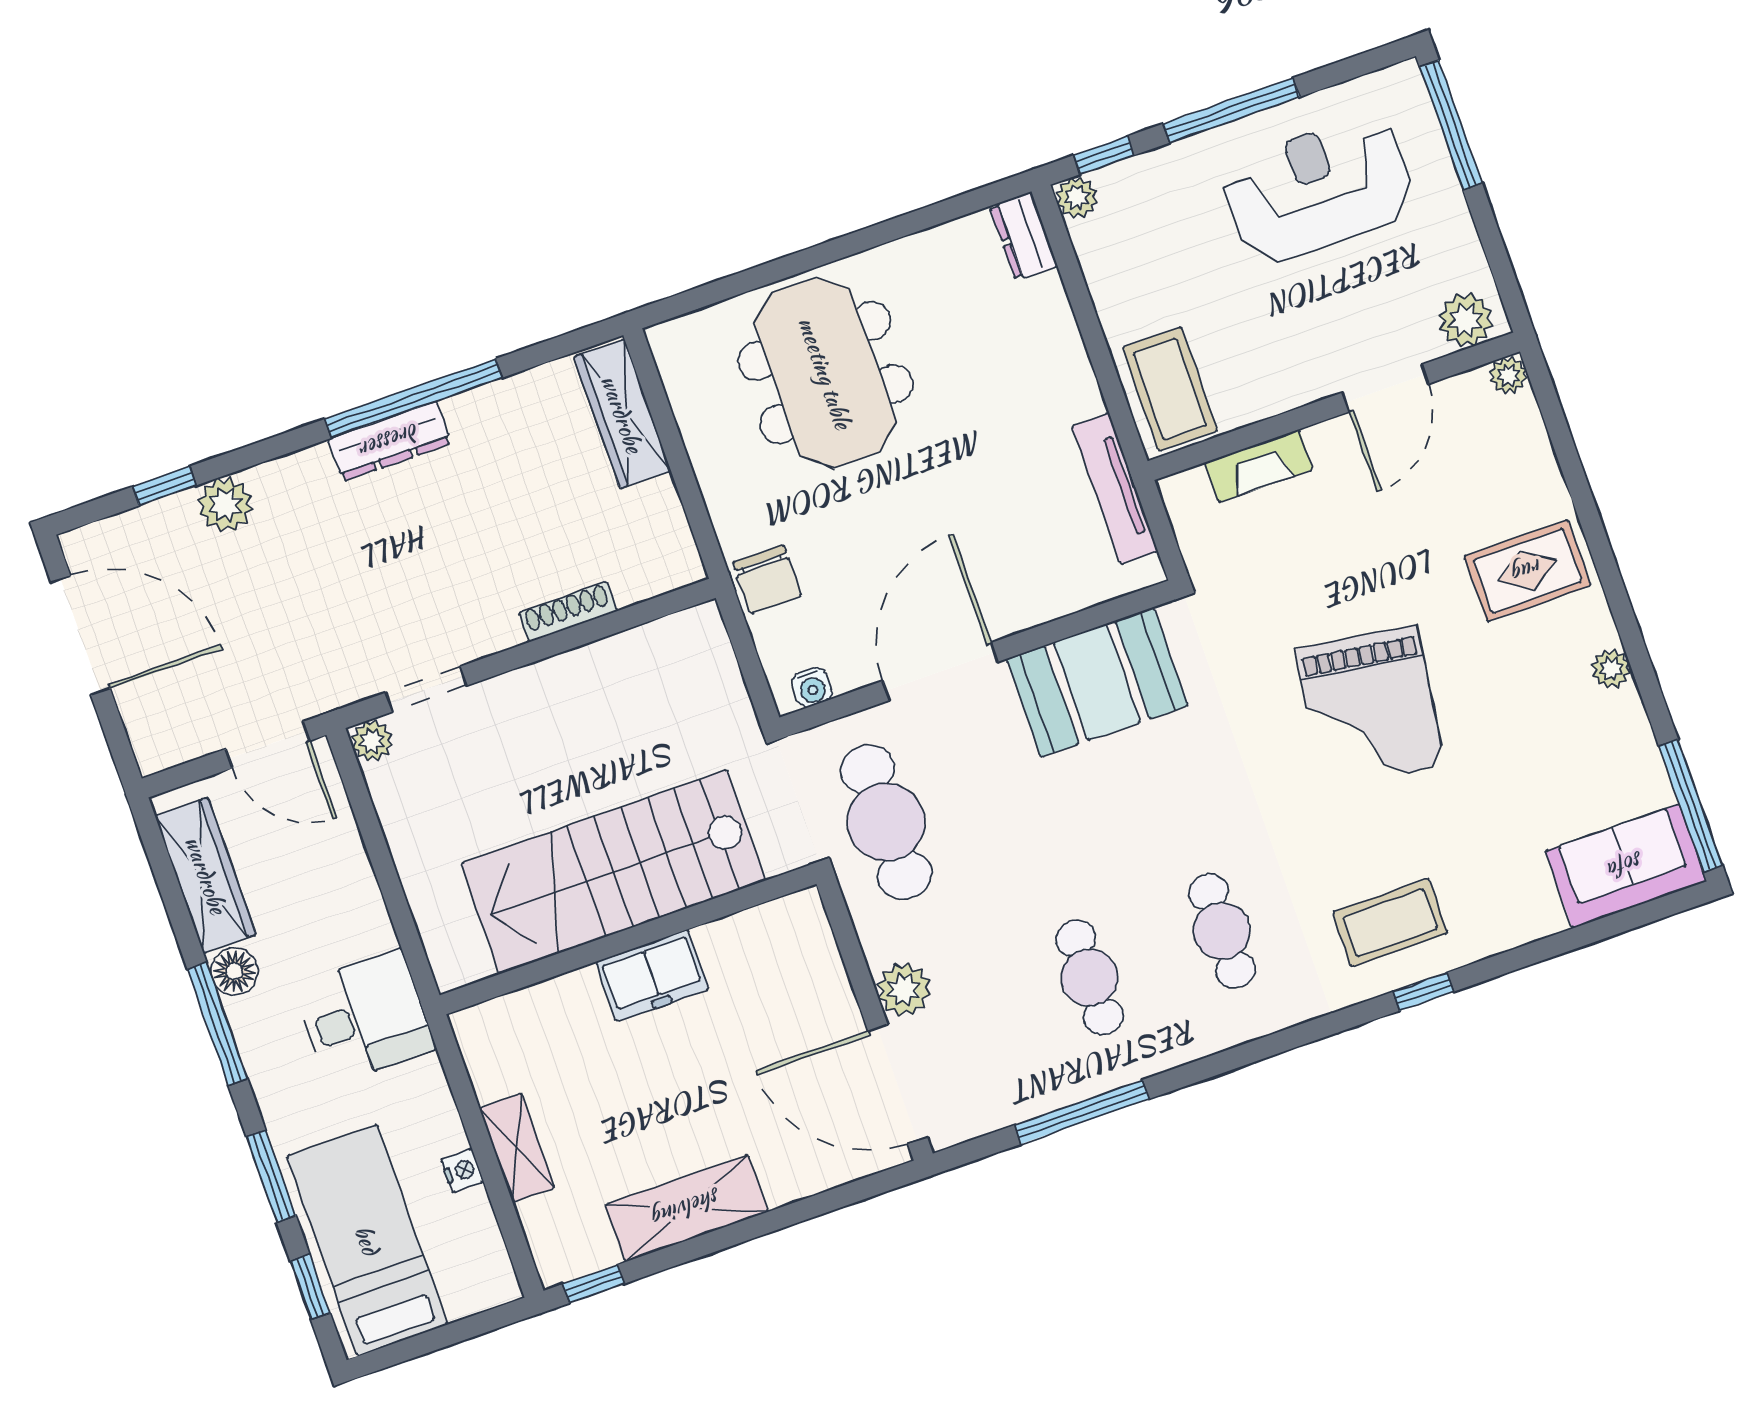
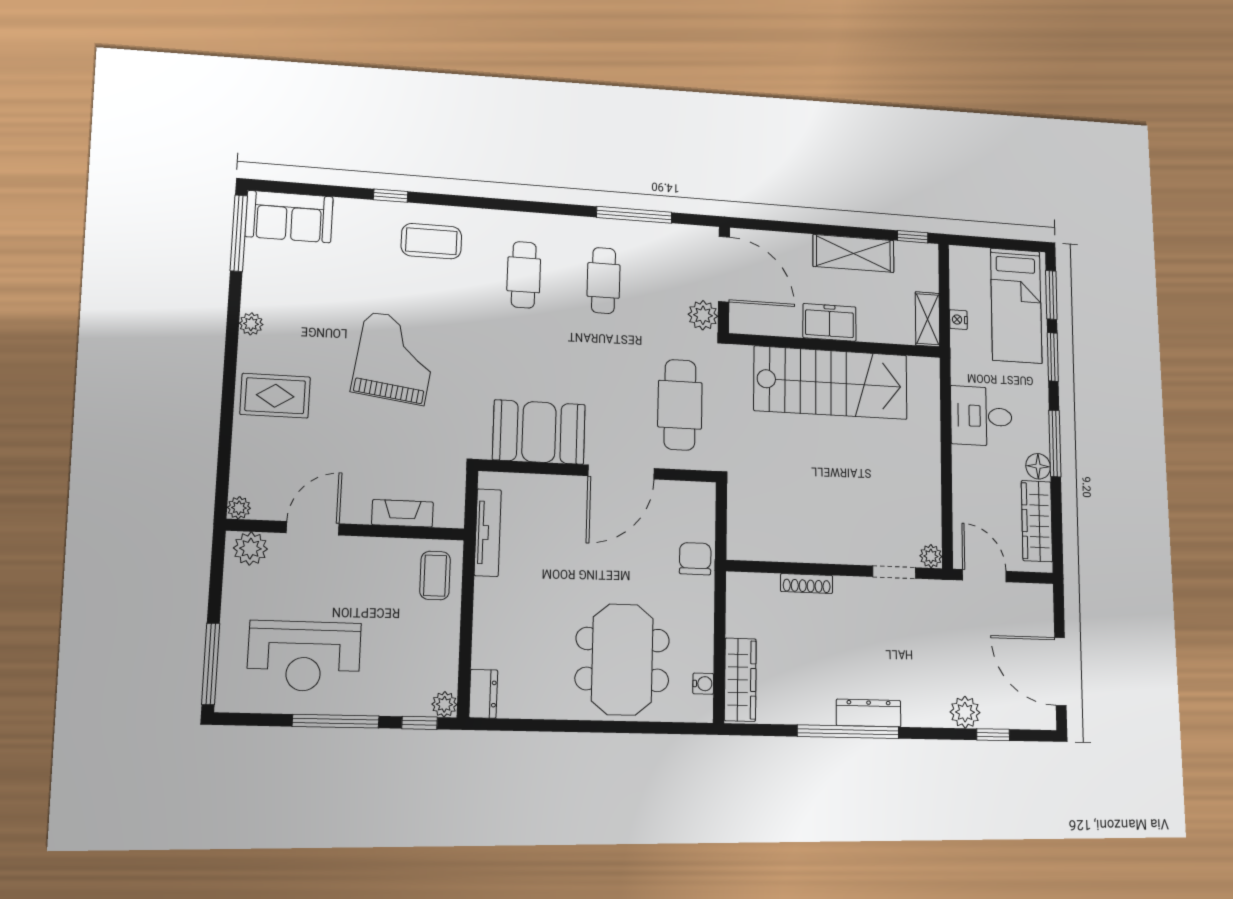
coffee table: (1170, 389) -> (435, 576), width x0.73, depth x0.77
water cooler: (812, 687) -> (703, 684), moved, turned 90
stairs: (613, 872) -> (831, 383), moved
wall: (628, 940) -> (835, 345), moved
freezer: (652, 975) -> (829, 322), moved
window: (1423, 992) -> (391, 196), moved
window: (310, 1287) -> (1051, 295), width x1.50

